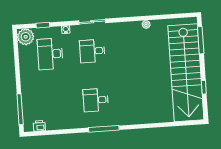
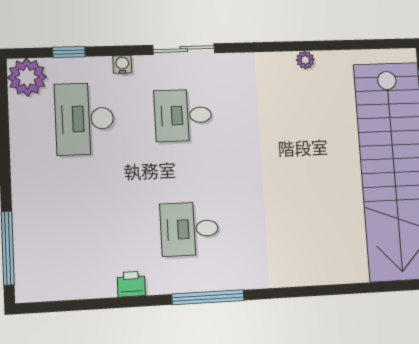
printer: (39, 126) -> (131, 284), moved

